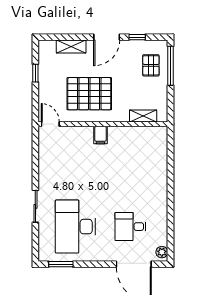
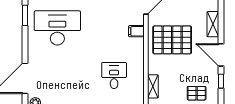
pallet: (89, 94) -> (172, 40), turned 90
filing cabinet: (100, 135) -> (136, 31), moved
desk: (131, 227) -> (114, 76), moved

